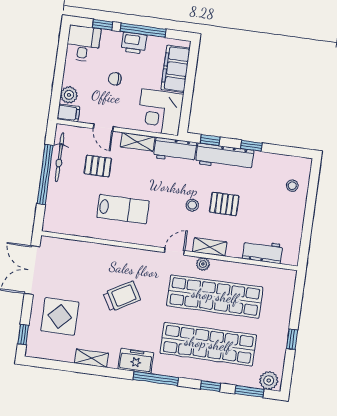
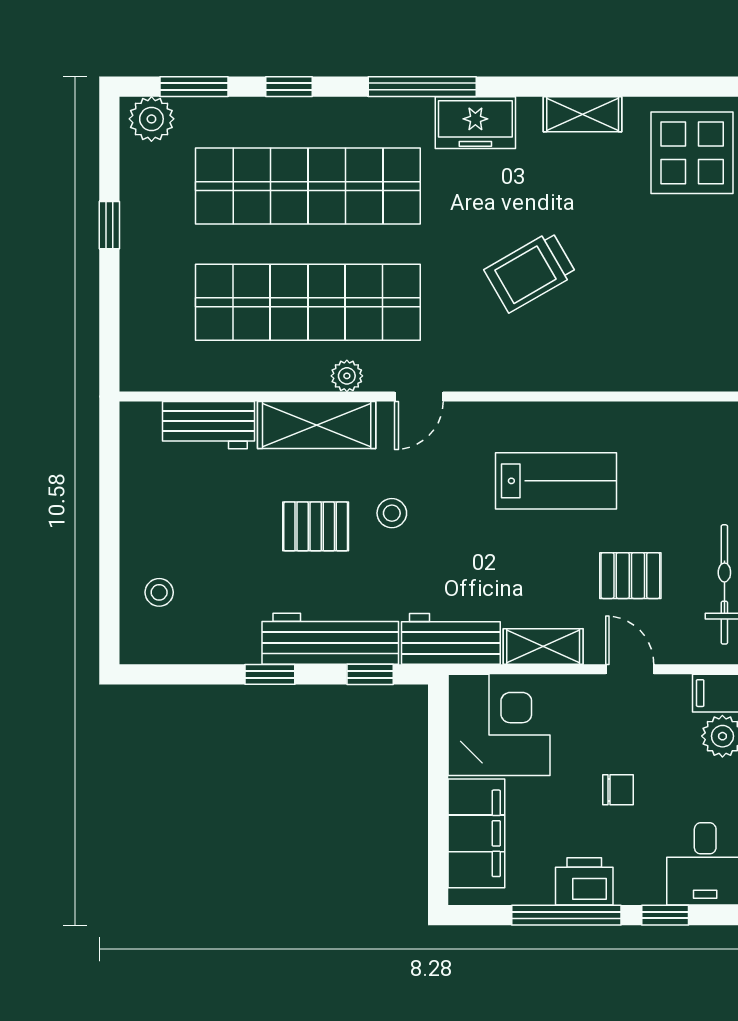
lab bench: (123, 209) -> (556, 481), turned 180
shelving: (210, 247) -> (317, 425), width x1.50, depth x1.33
display table: (60, 316) -> (692, 153), moved

